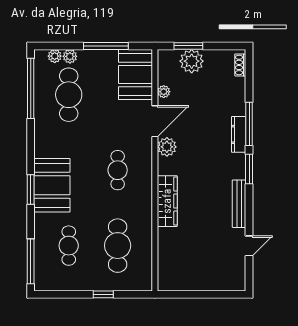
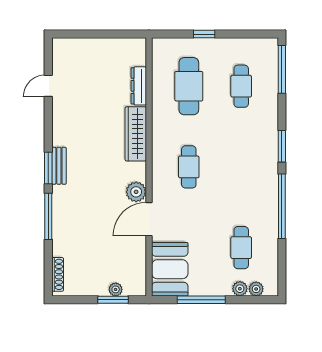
plant: (192, 61) -> (116, 289), width x0.53, depth x0.53
shoe rack: (240, 65) -> (58, 274), width x1.43
window: (31, 88) -> (282, 206), moved
plant: (164, 92) -> (140, 251), removed
cafe table: (69, 95) -> (241, 248), width x0.73, depth x0.74
dresser: (239, 134) -> (139, 86), moved, turned 180
booth: (52, 185) -> (259, 151), removed
bench: (239, 204) -> (59, 166), moved, width x0.73

